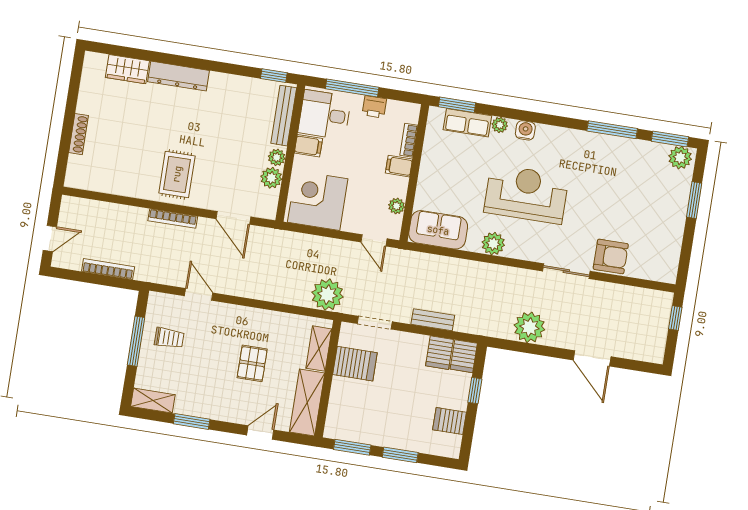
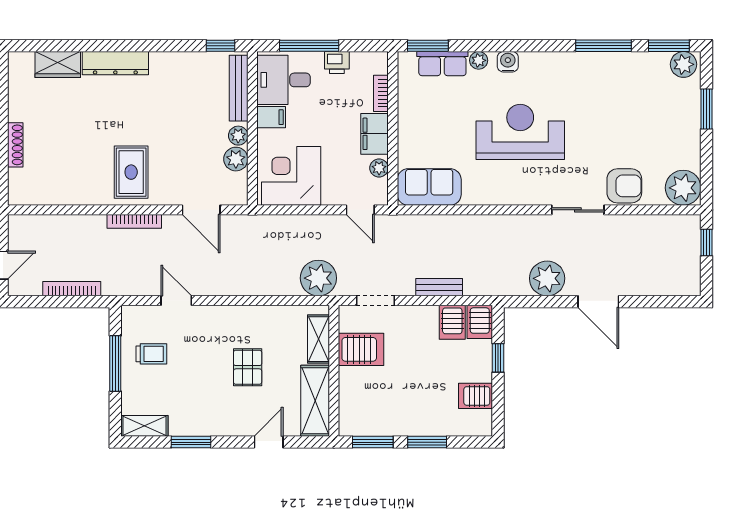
filing cabinet: (399, 166) -> (375, 134), width x2.00
plant: (493, 244) -> (683, 188), moved, width x1.36, depth x1.36
door: (592, 358) -> (598, 302), moved

